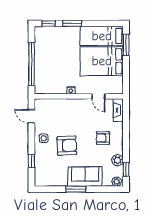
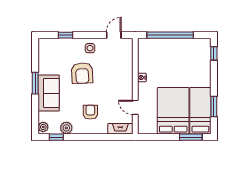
window: (72, 23) -> (214, 107), moved
door: (99, 96) -> (135, 107), hinge flipped

